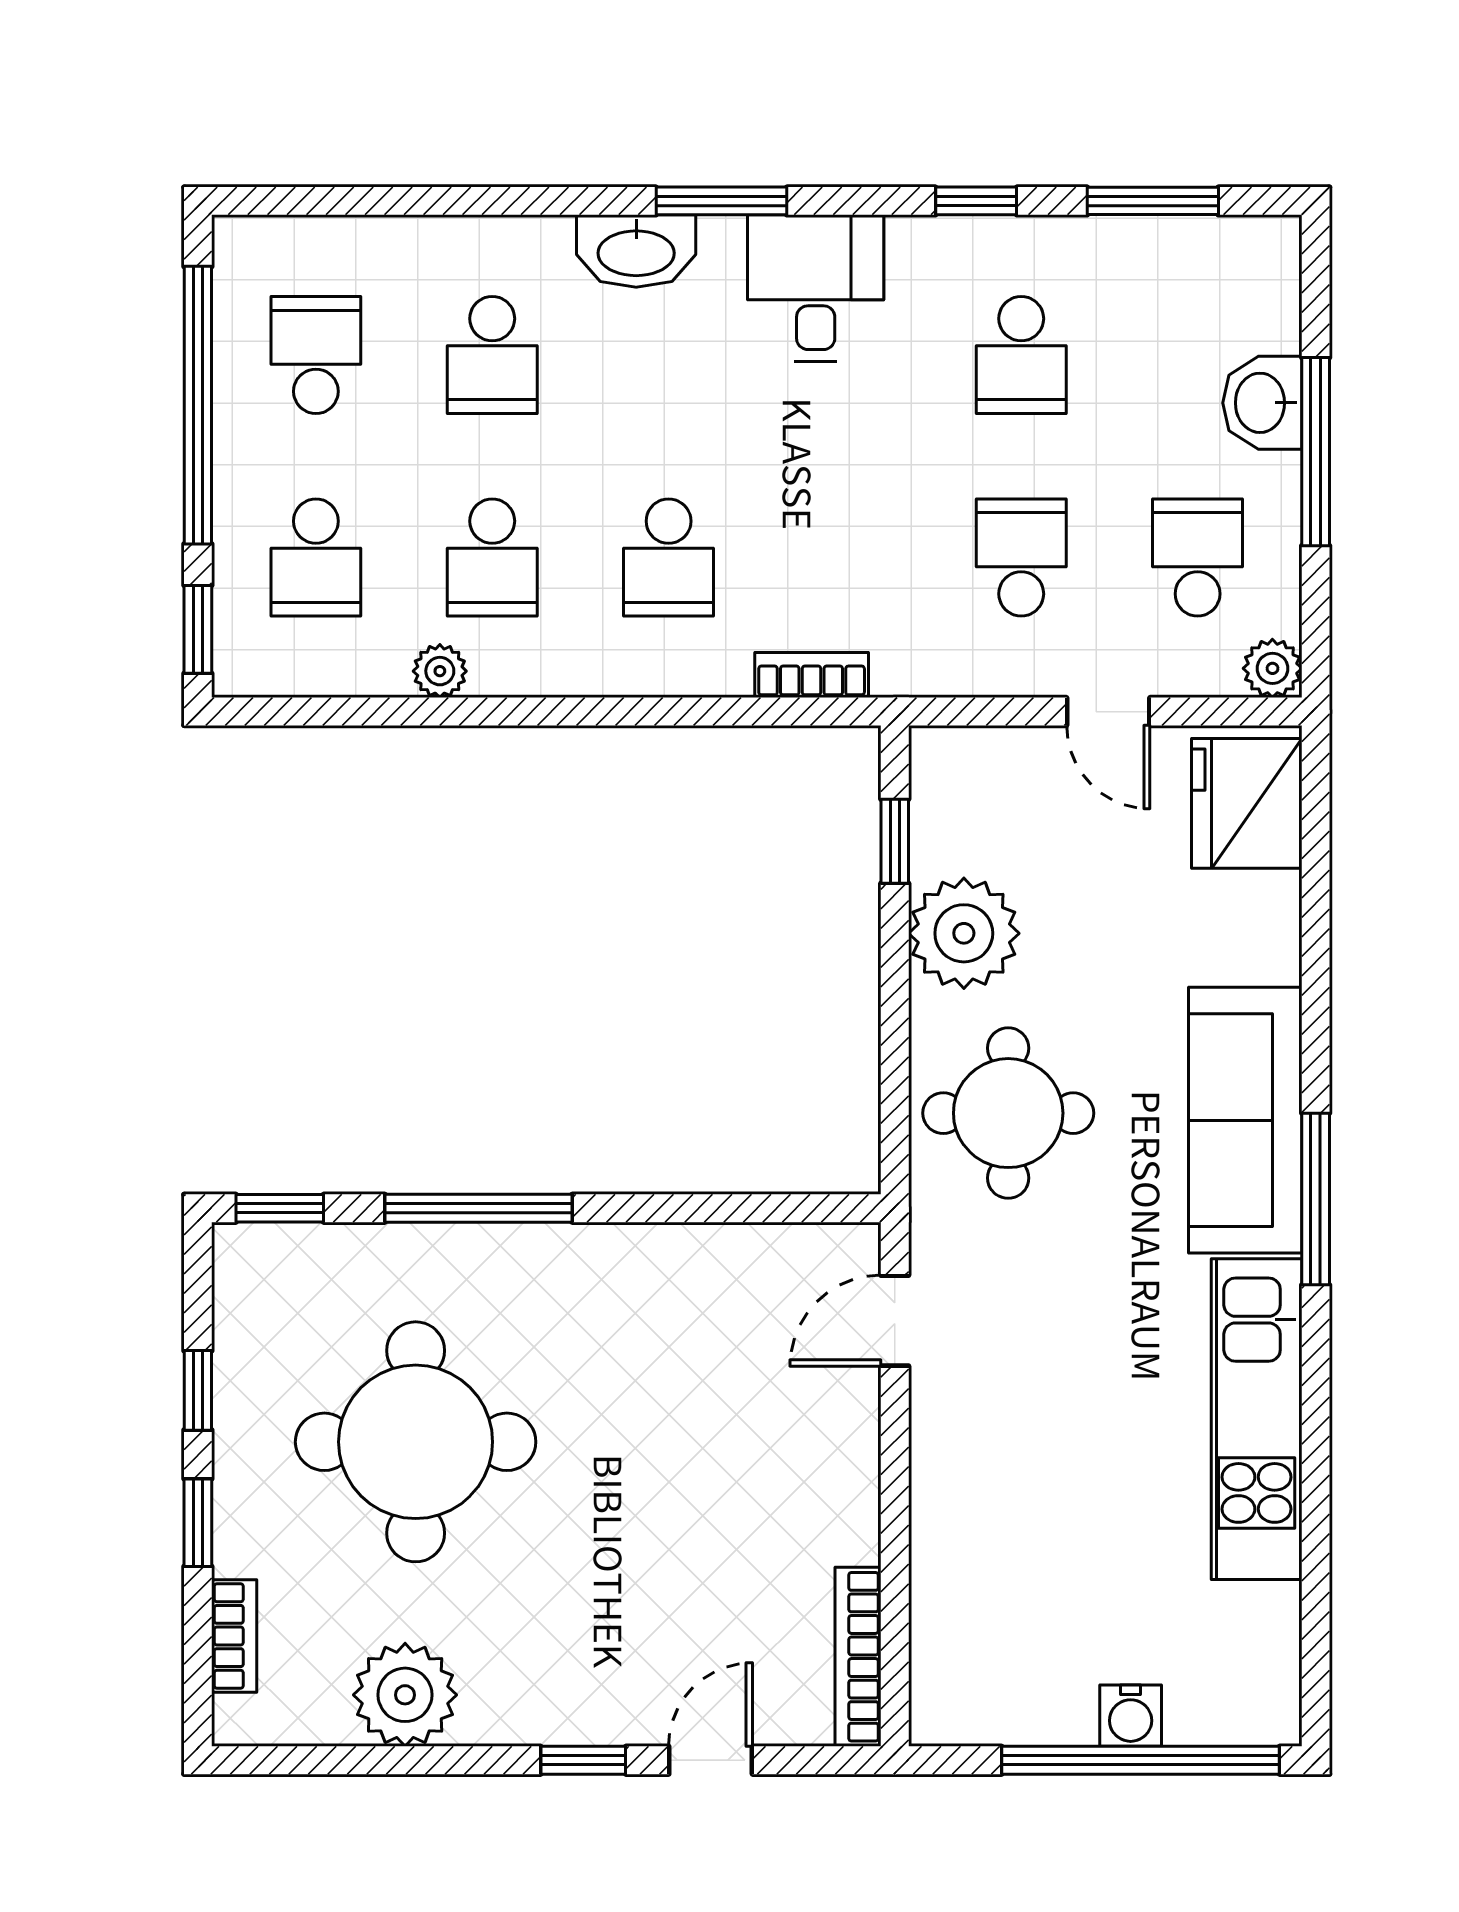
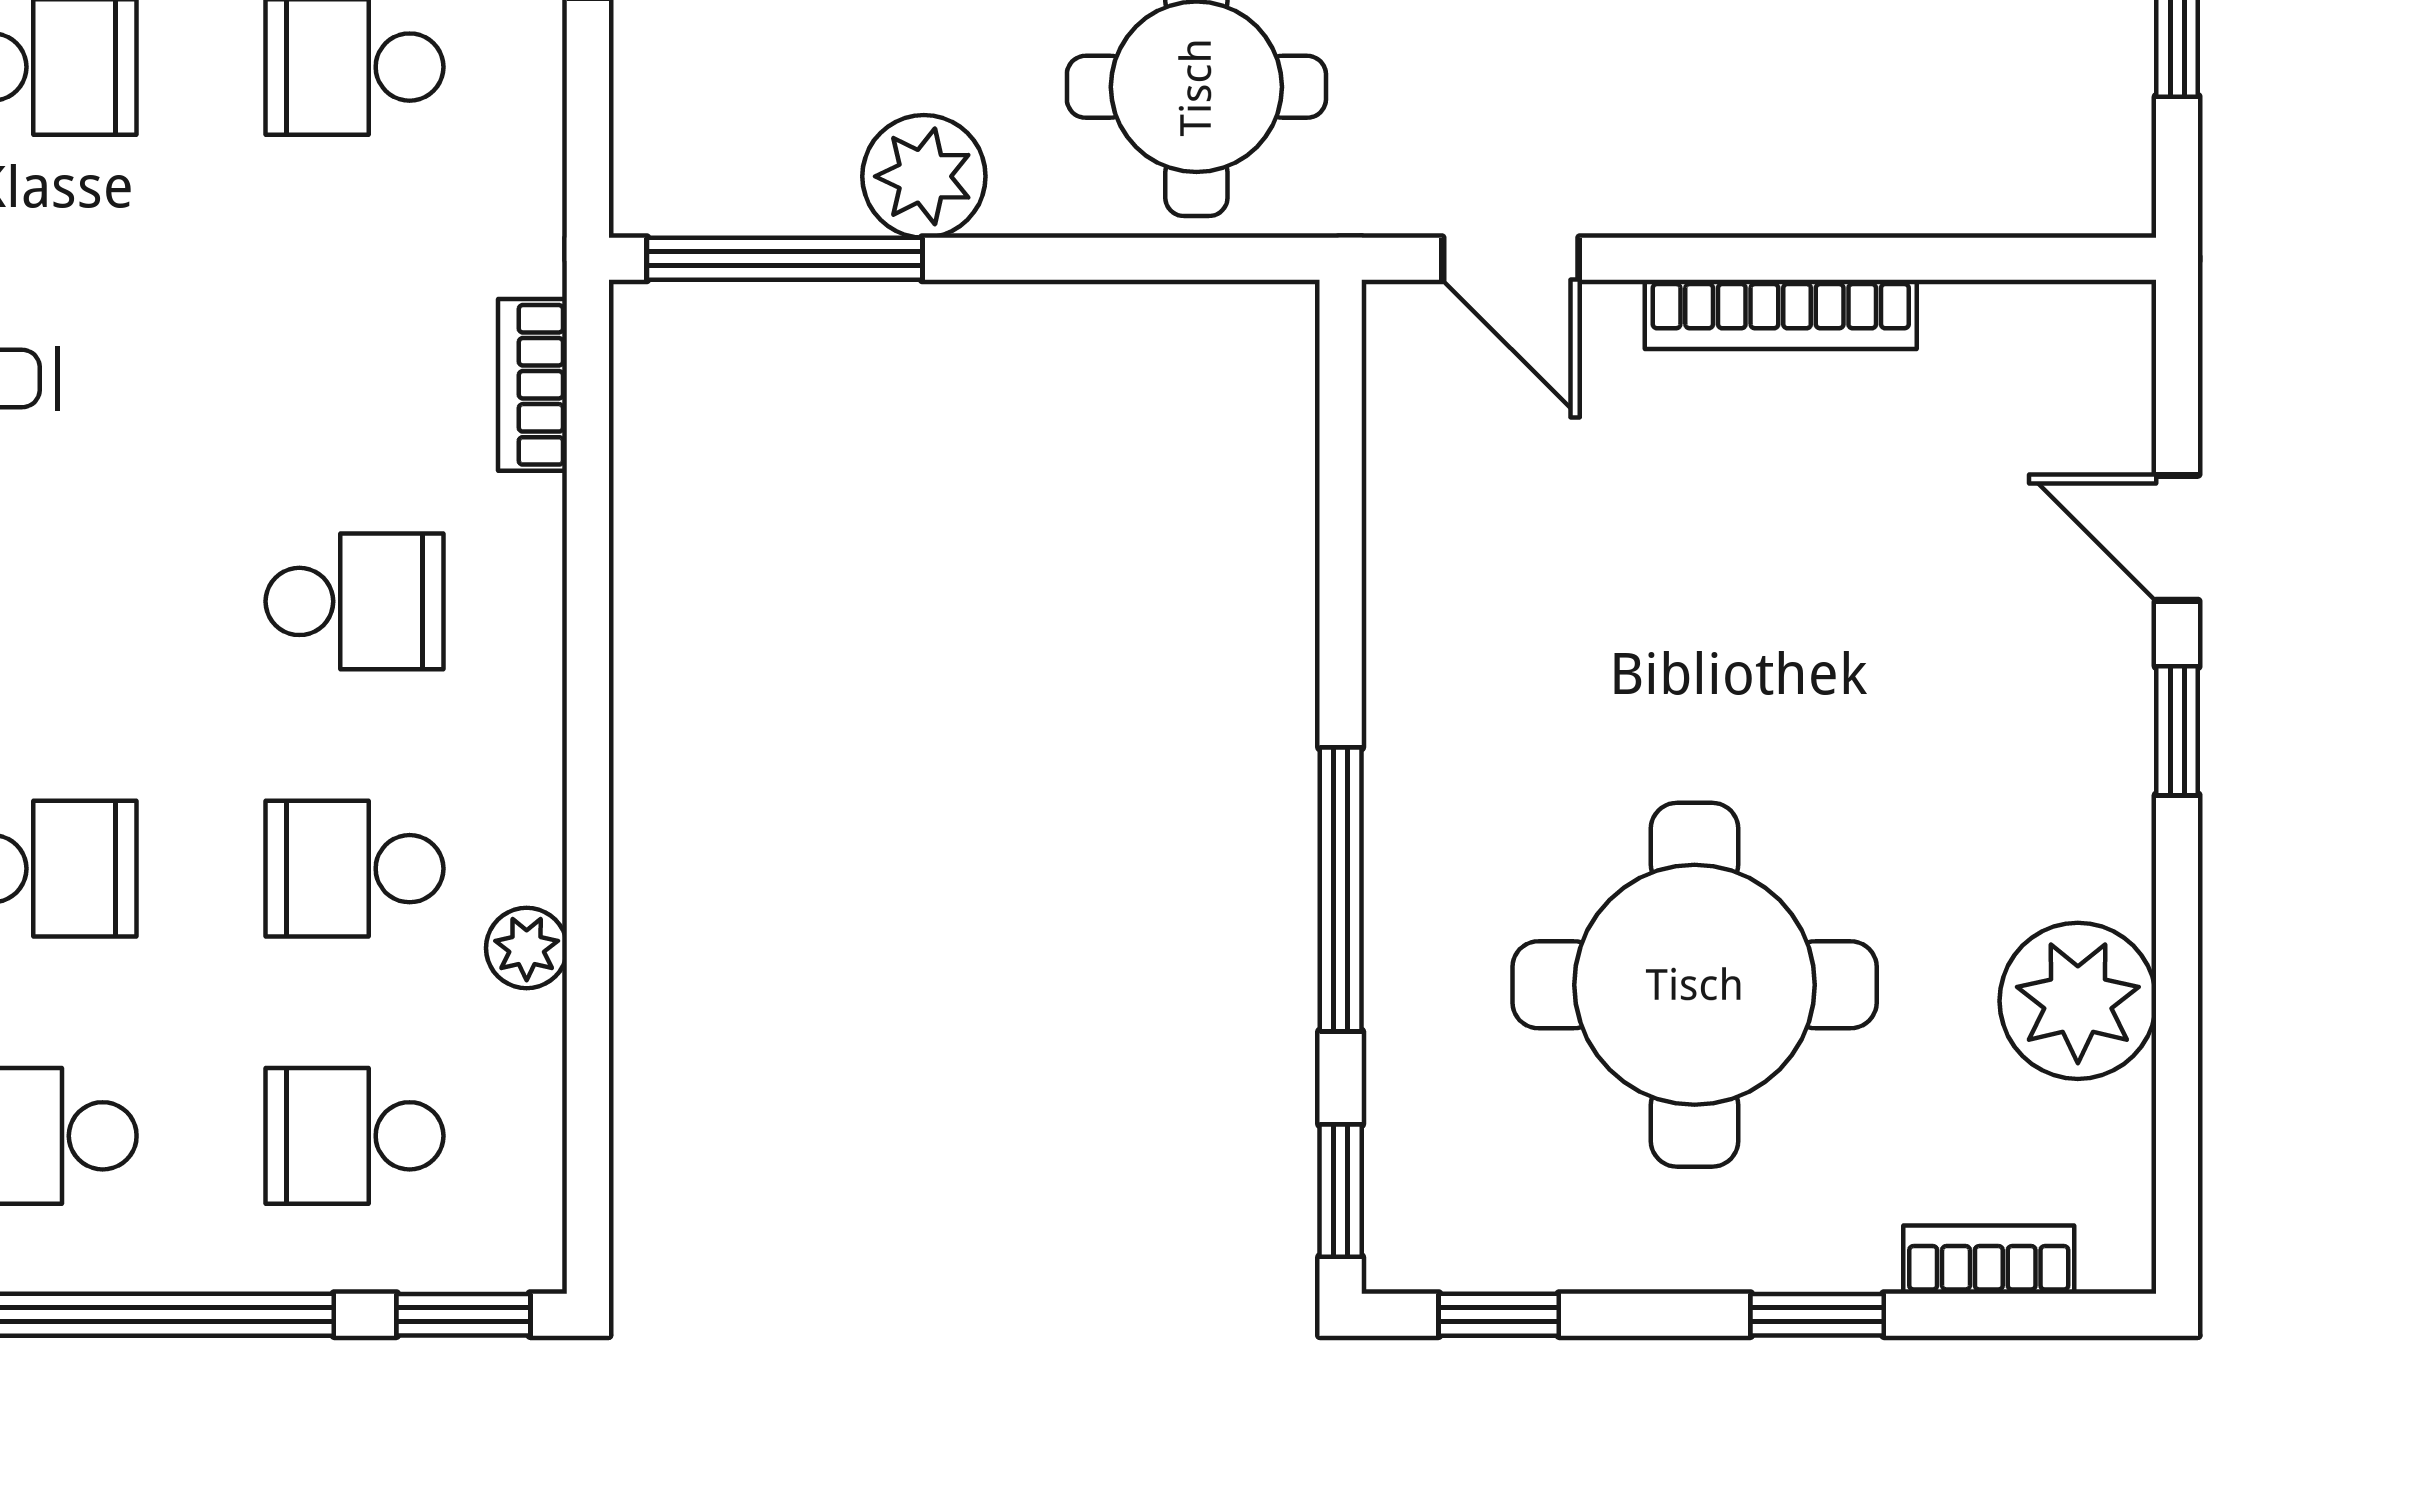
school desk: (316, 557) -> (354, 1136), turned 180
school desk: (492, 557) -> (354, 869), turned 180
window: (895, 841) -> (785, 259), width x2.17
plant: (964, 933) -> (924, 176), width x0.73, depth x0.73
window: (198, 1390) -> (1499, 1315), moved
bookcase: (858, 1657) -> (1781, 314), moved

